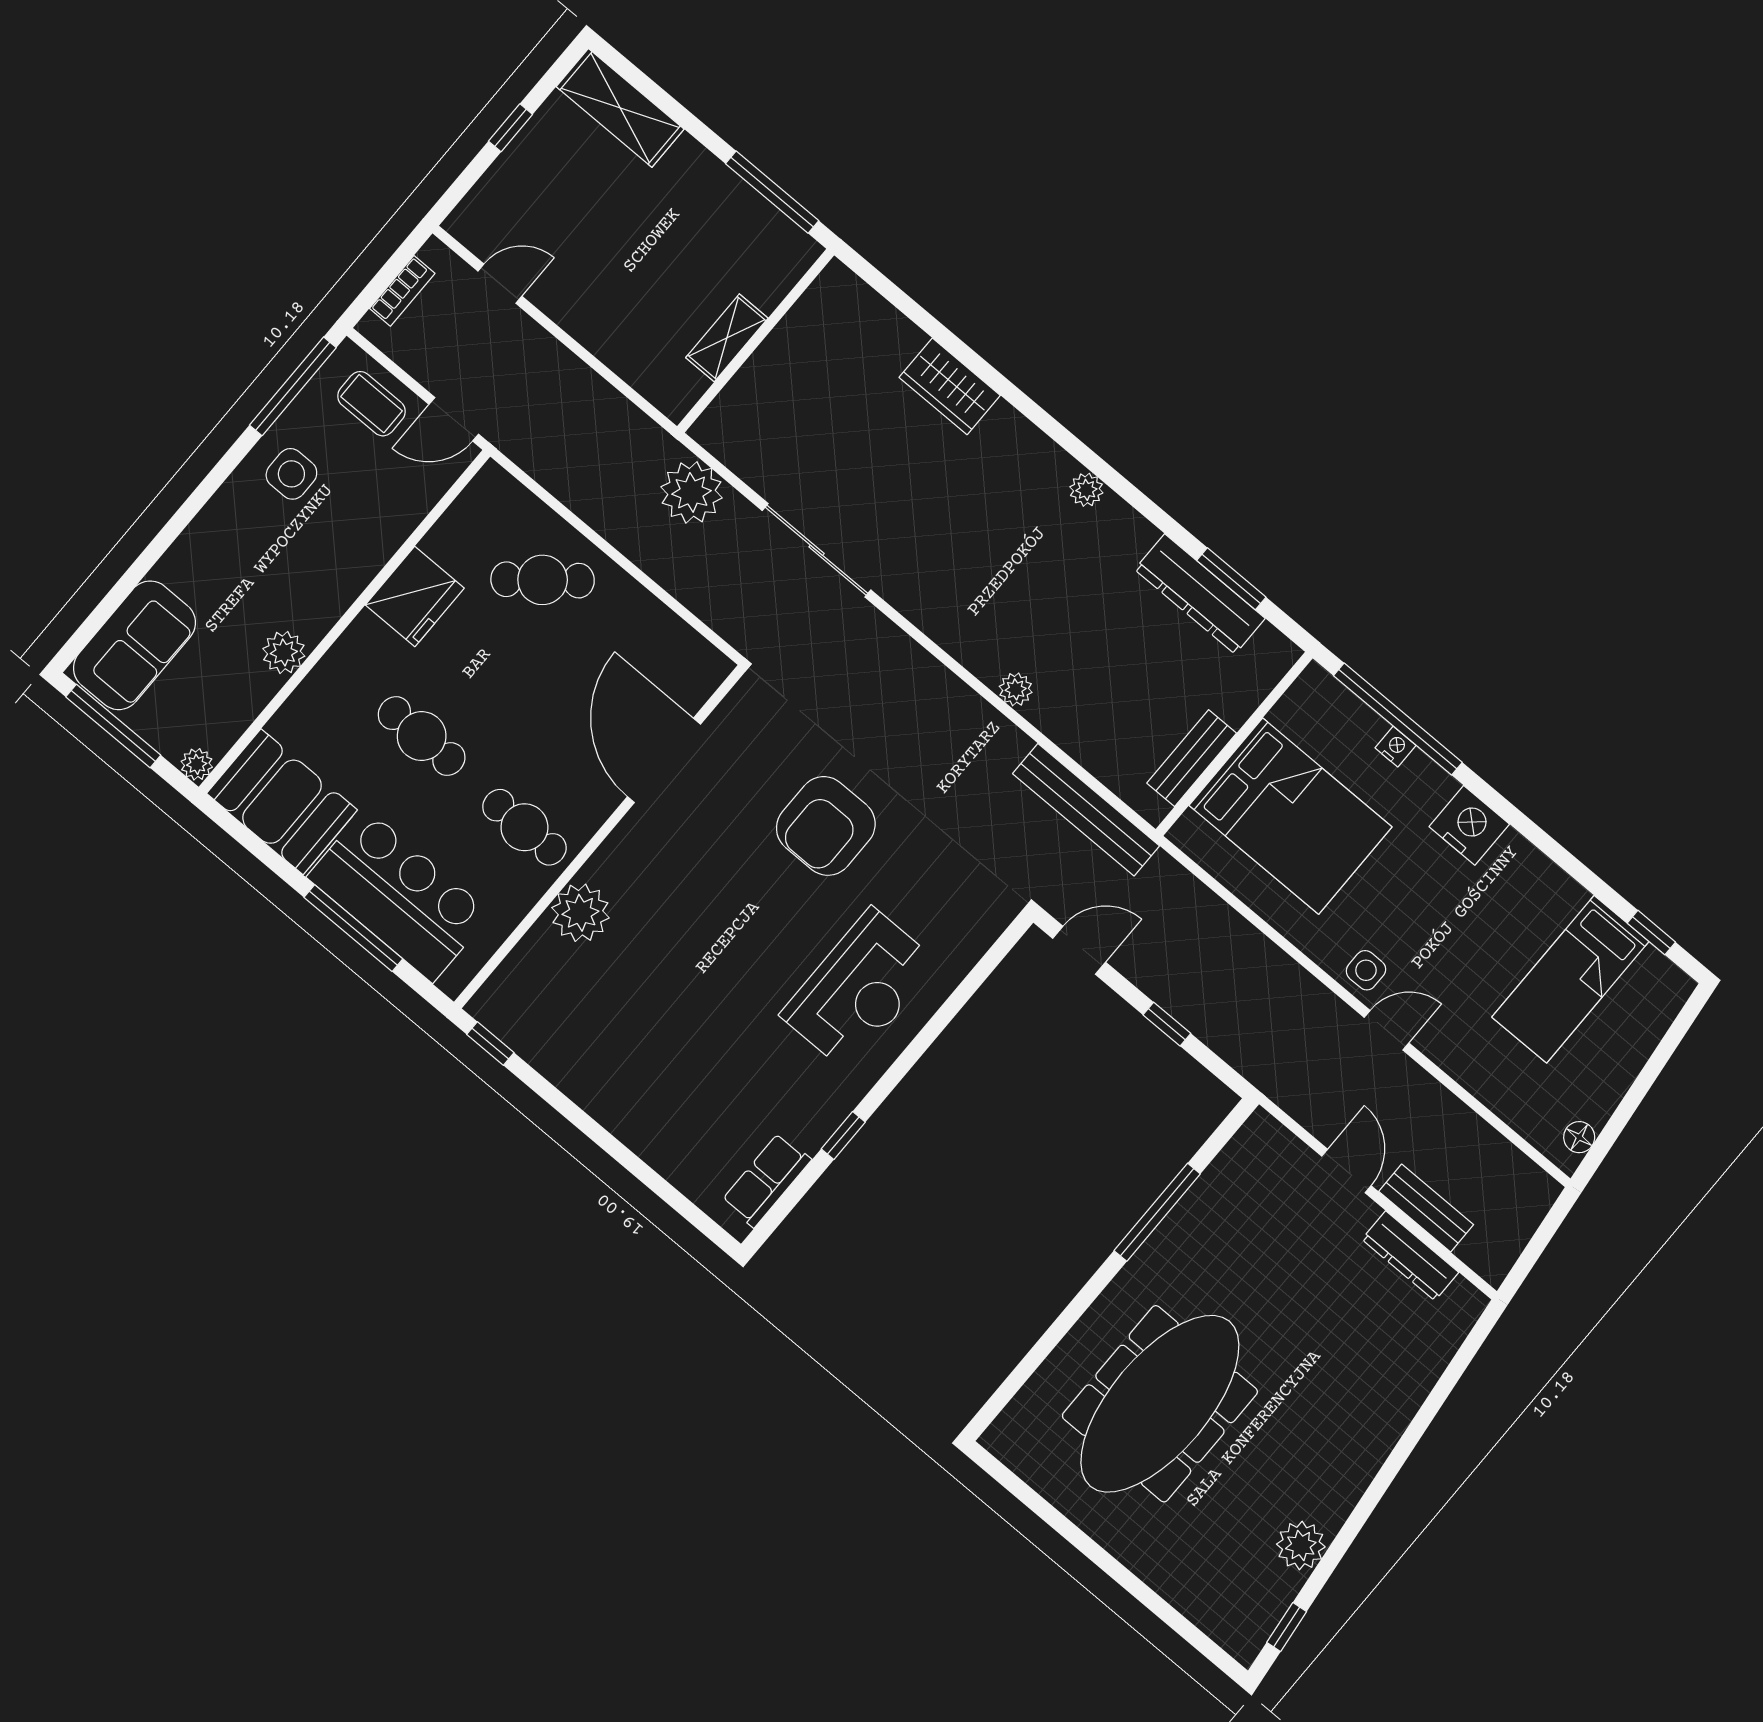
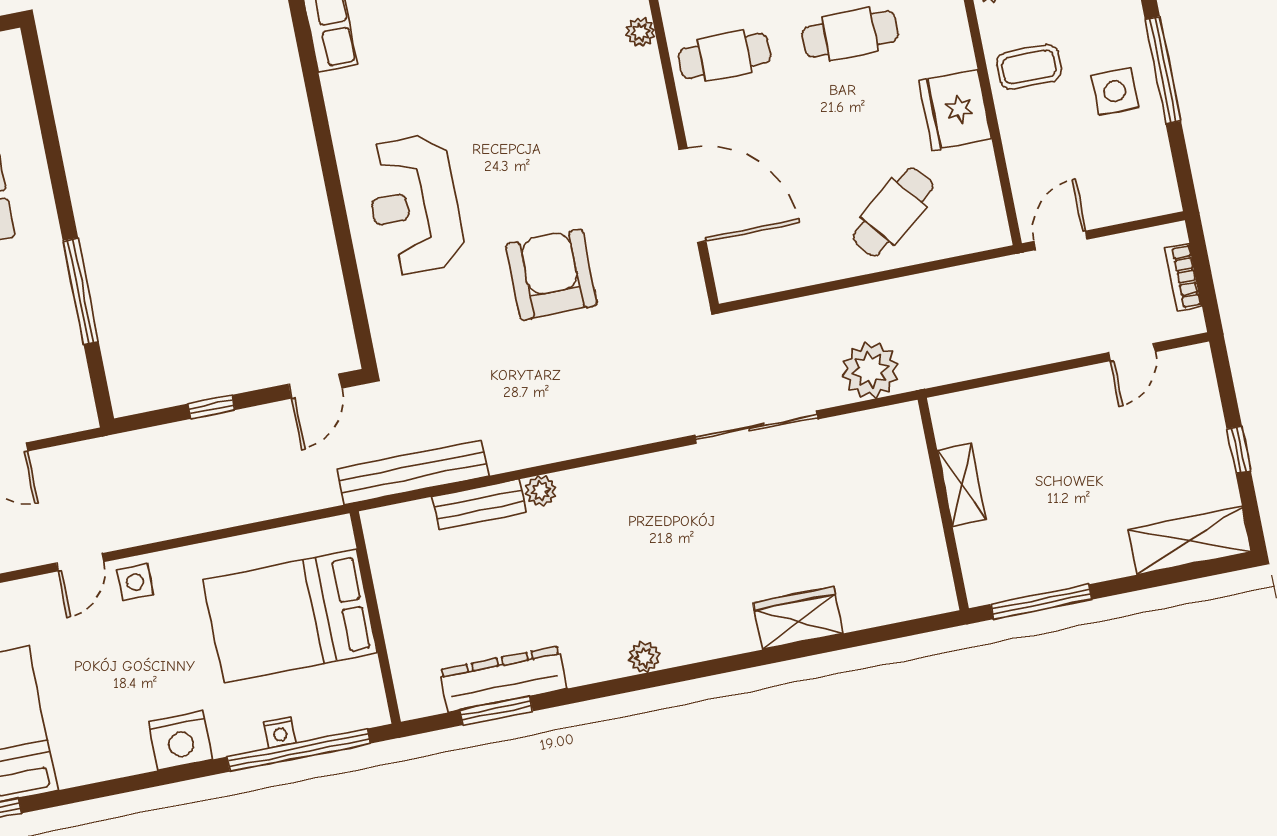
window: (293, 386) -> (1163, 70), moved
coffee table: (372, 404) -> (1029, 67), moved
bench: (1192, 758) -> (479, 505), moved, turned 90
plant: (580, 913) -> (640, 32), width x0.53, depth x0.53
window: (843, 1136) -> (318, 108), removed

